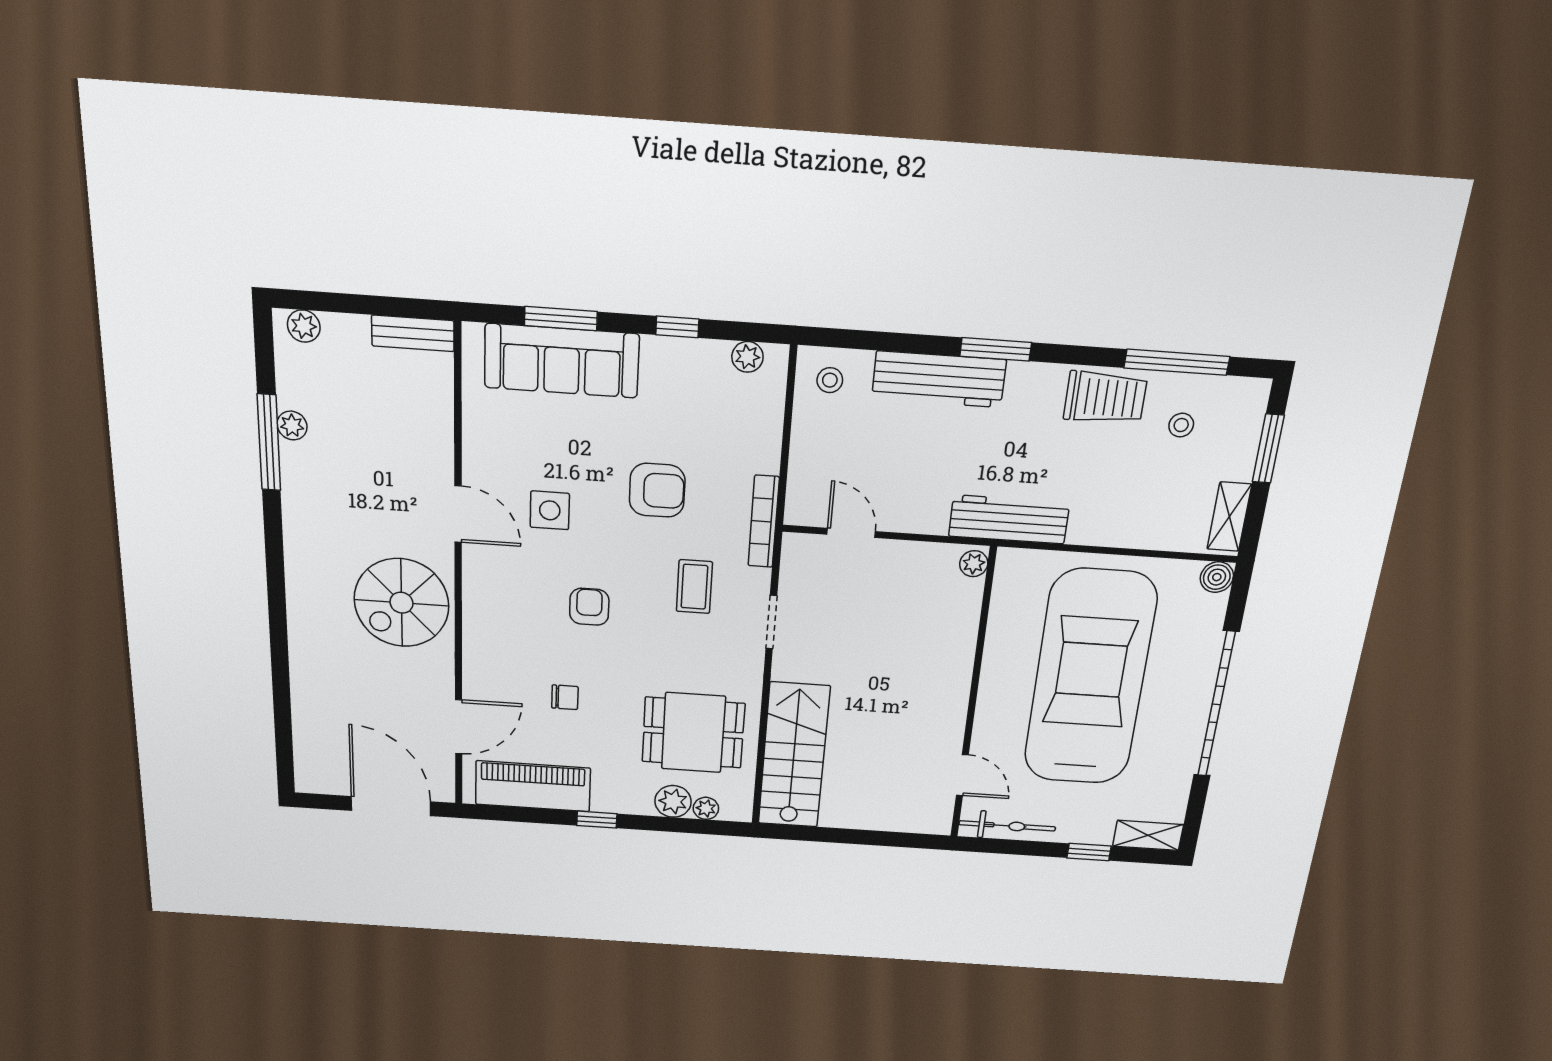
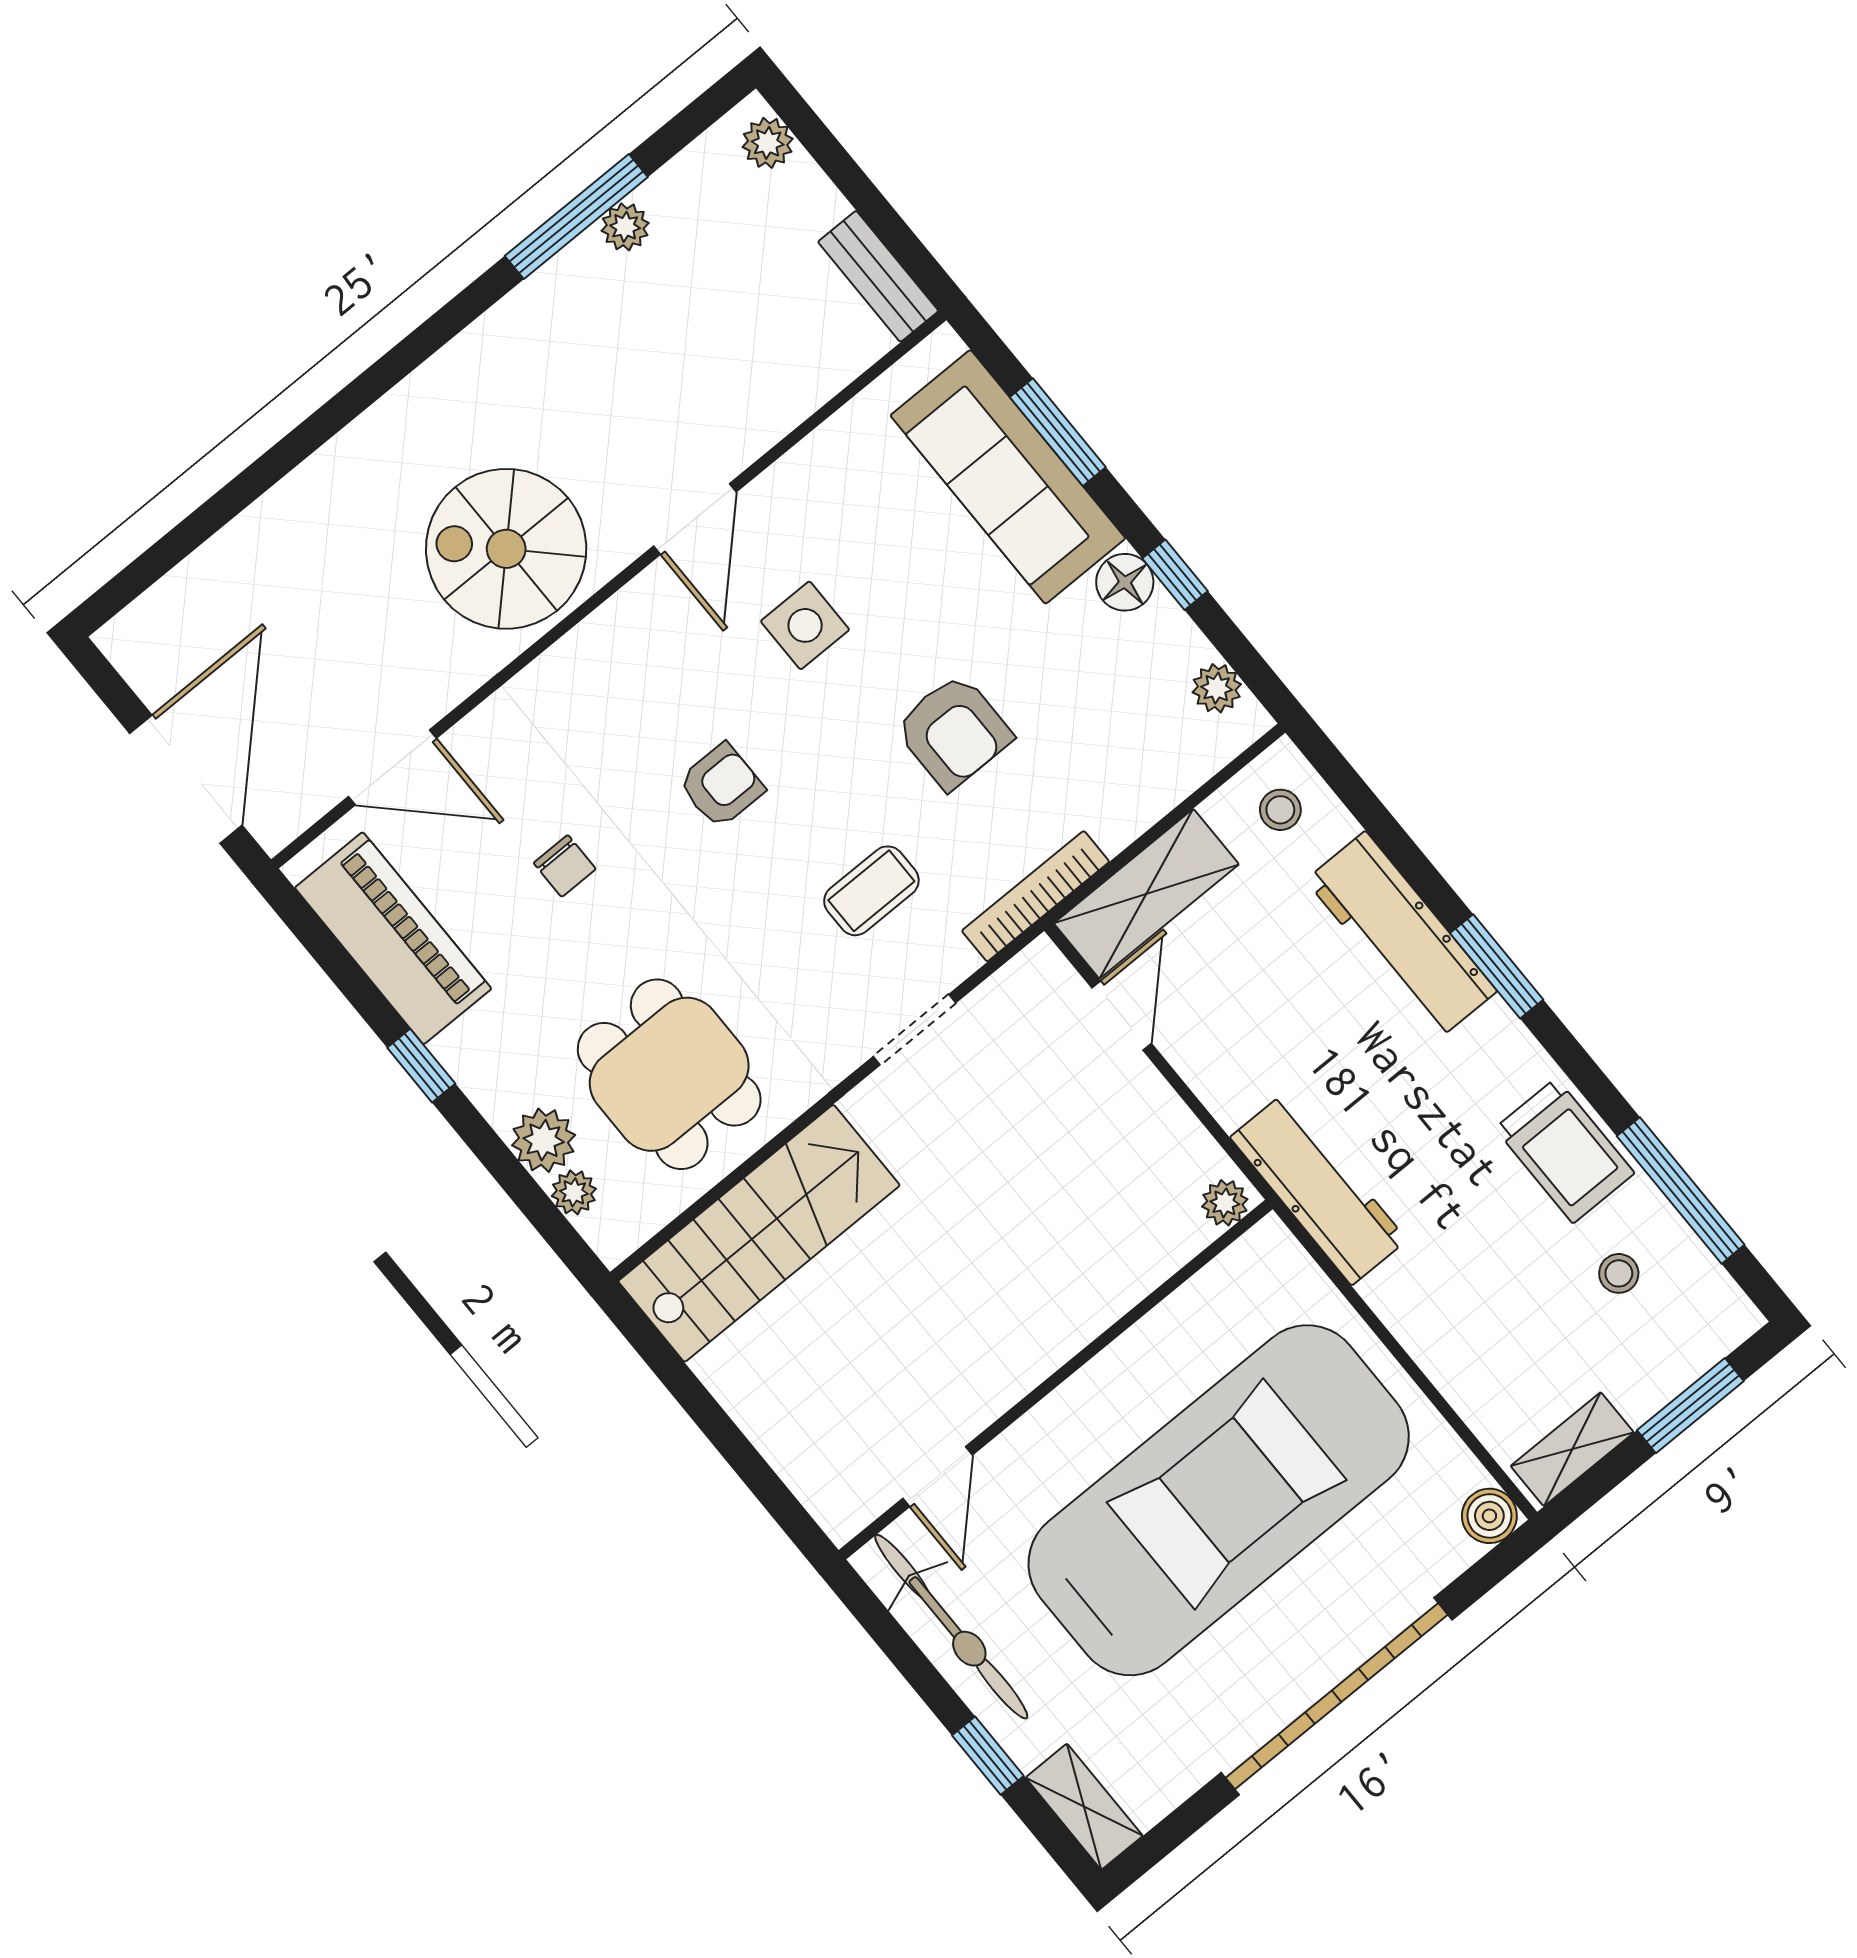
floor lamp: (660, 353) -> (1125, 582), added
shelving: (809, 474) -> (1146, 894), added
bicycle: (1007, 826) -> (951, 1627), width x1.37, depth x1.40

